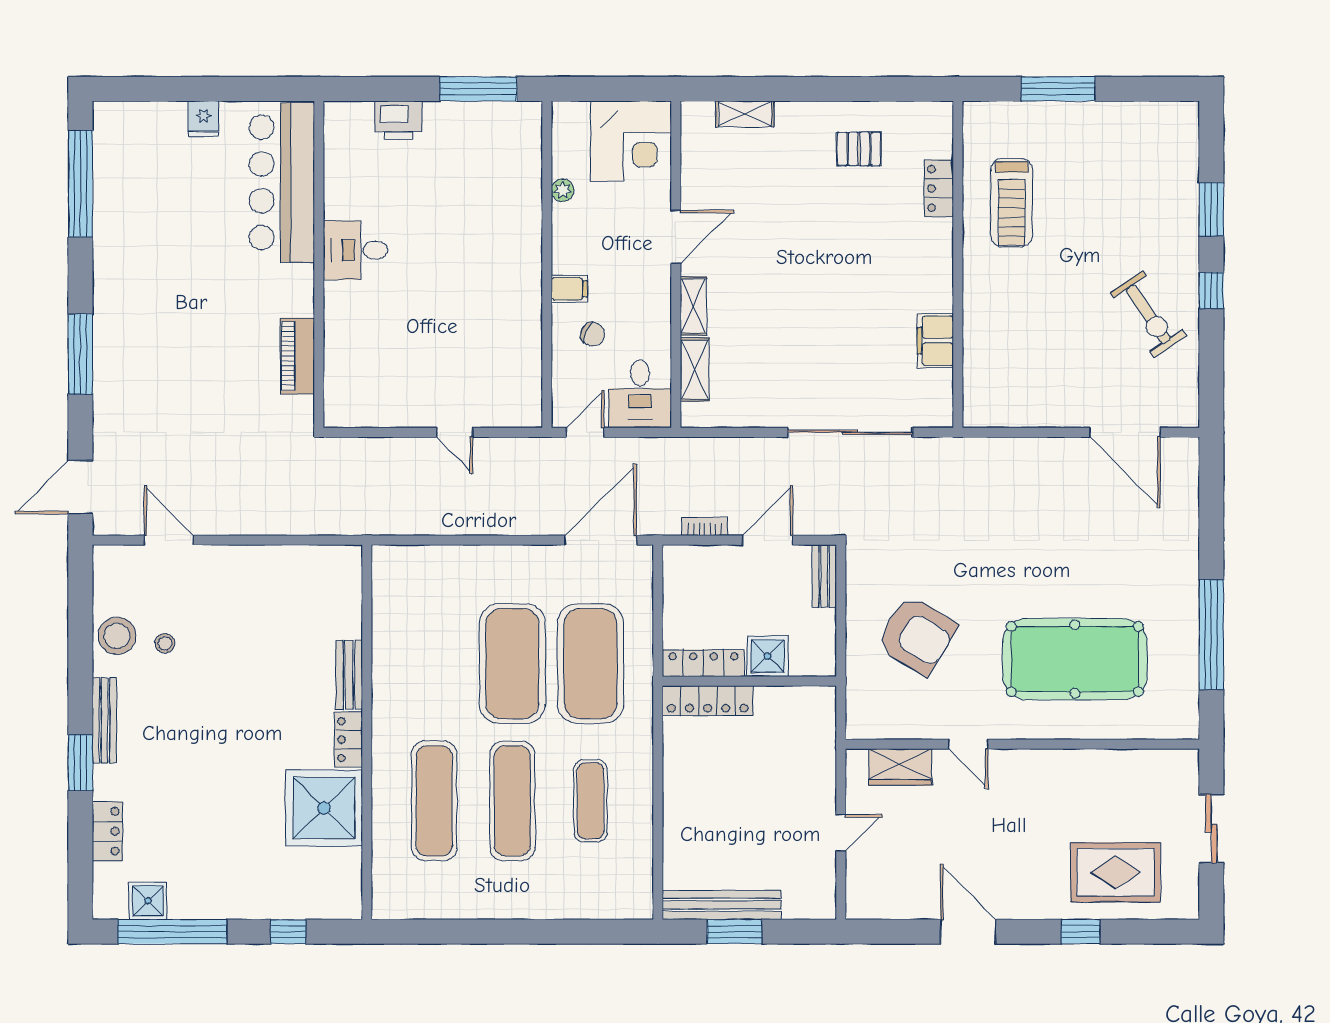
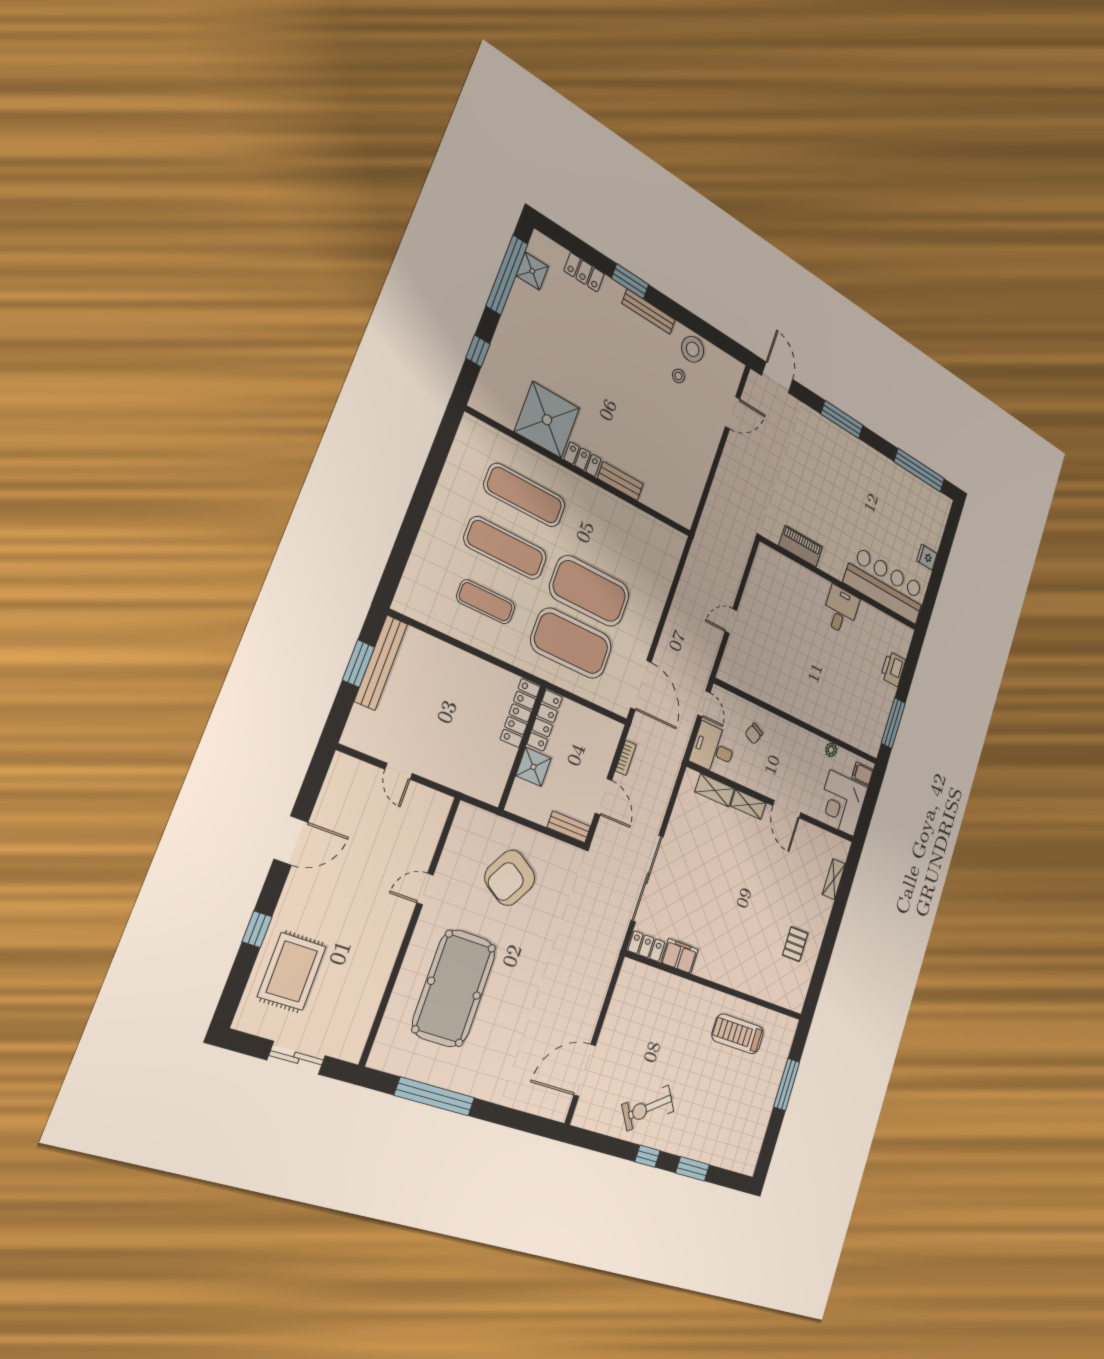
locker: (939, 188) -> (646, 946), moved
filing cabinet: (569, 289) -> (862, 774), moved, turned 90
wardrobe: (900, 767) -> (428, 833), removed

